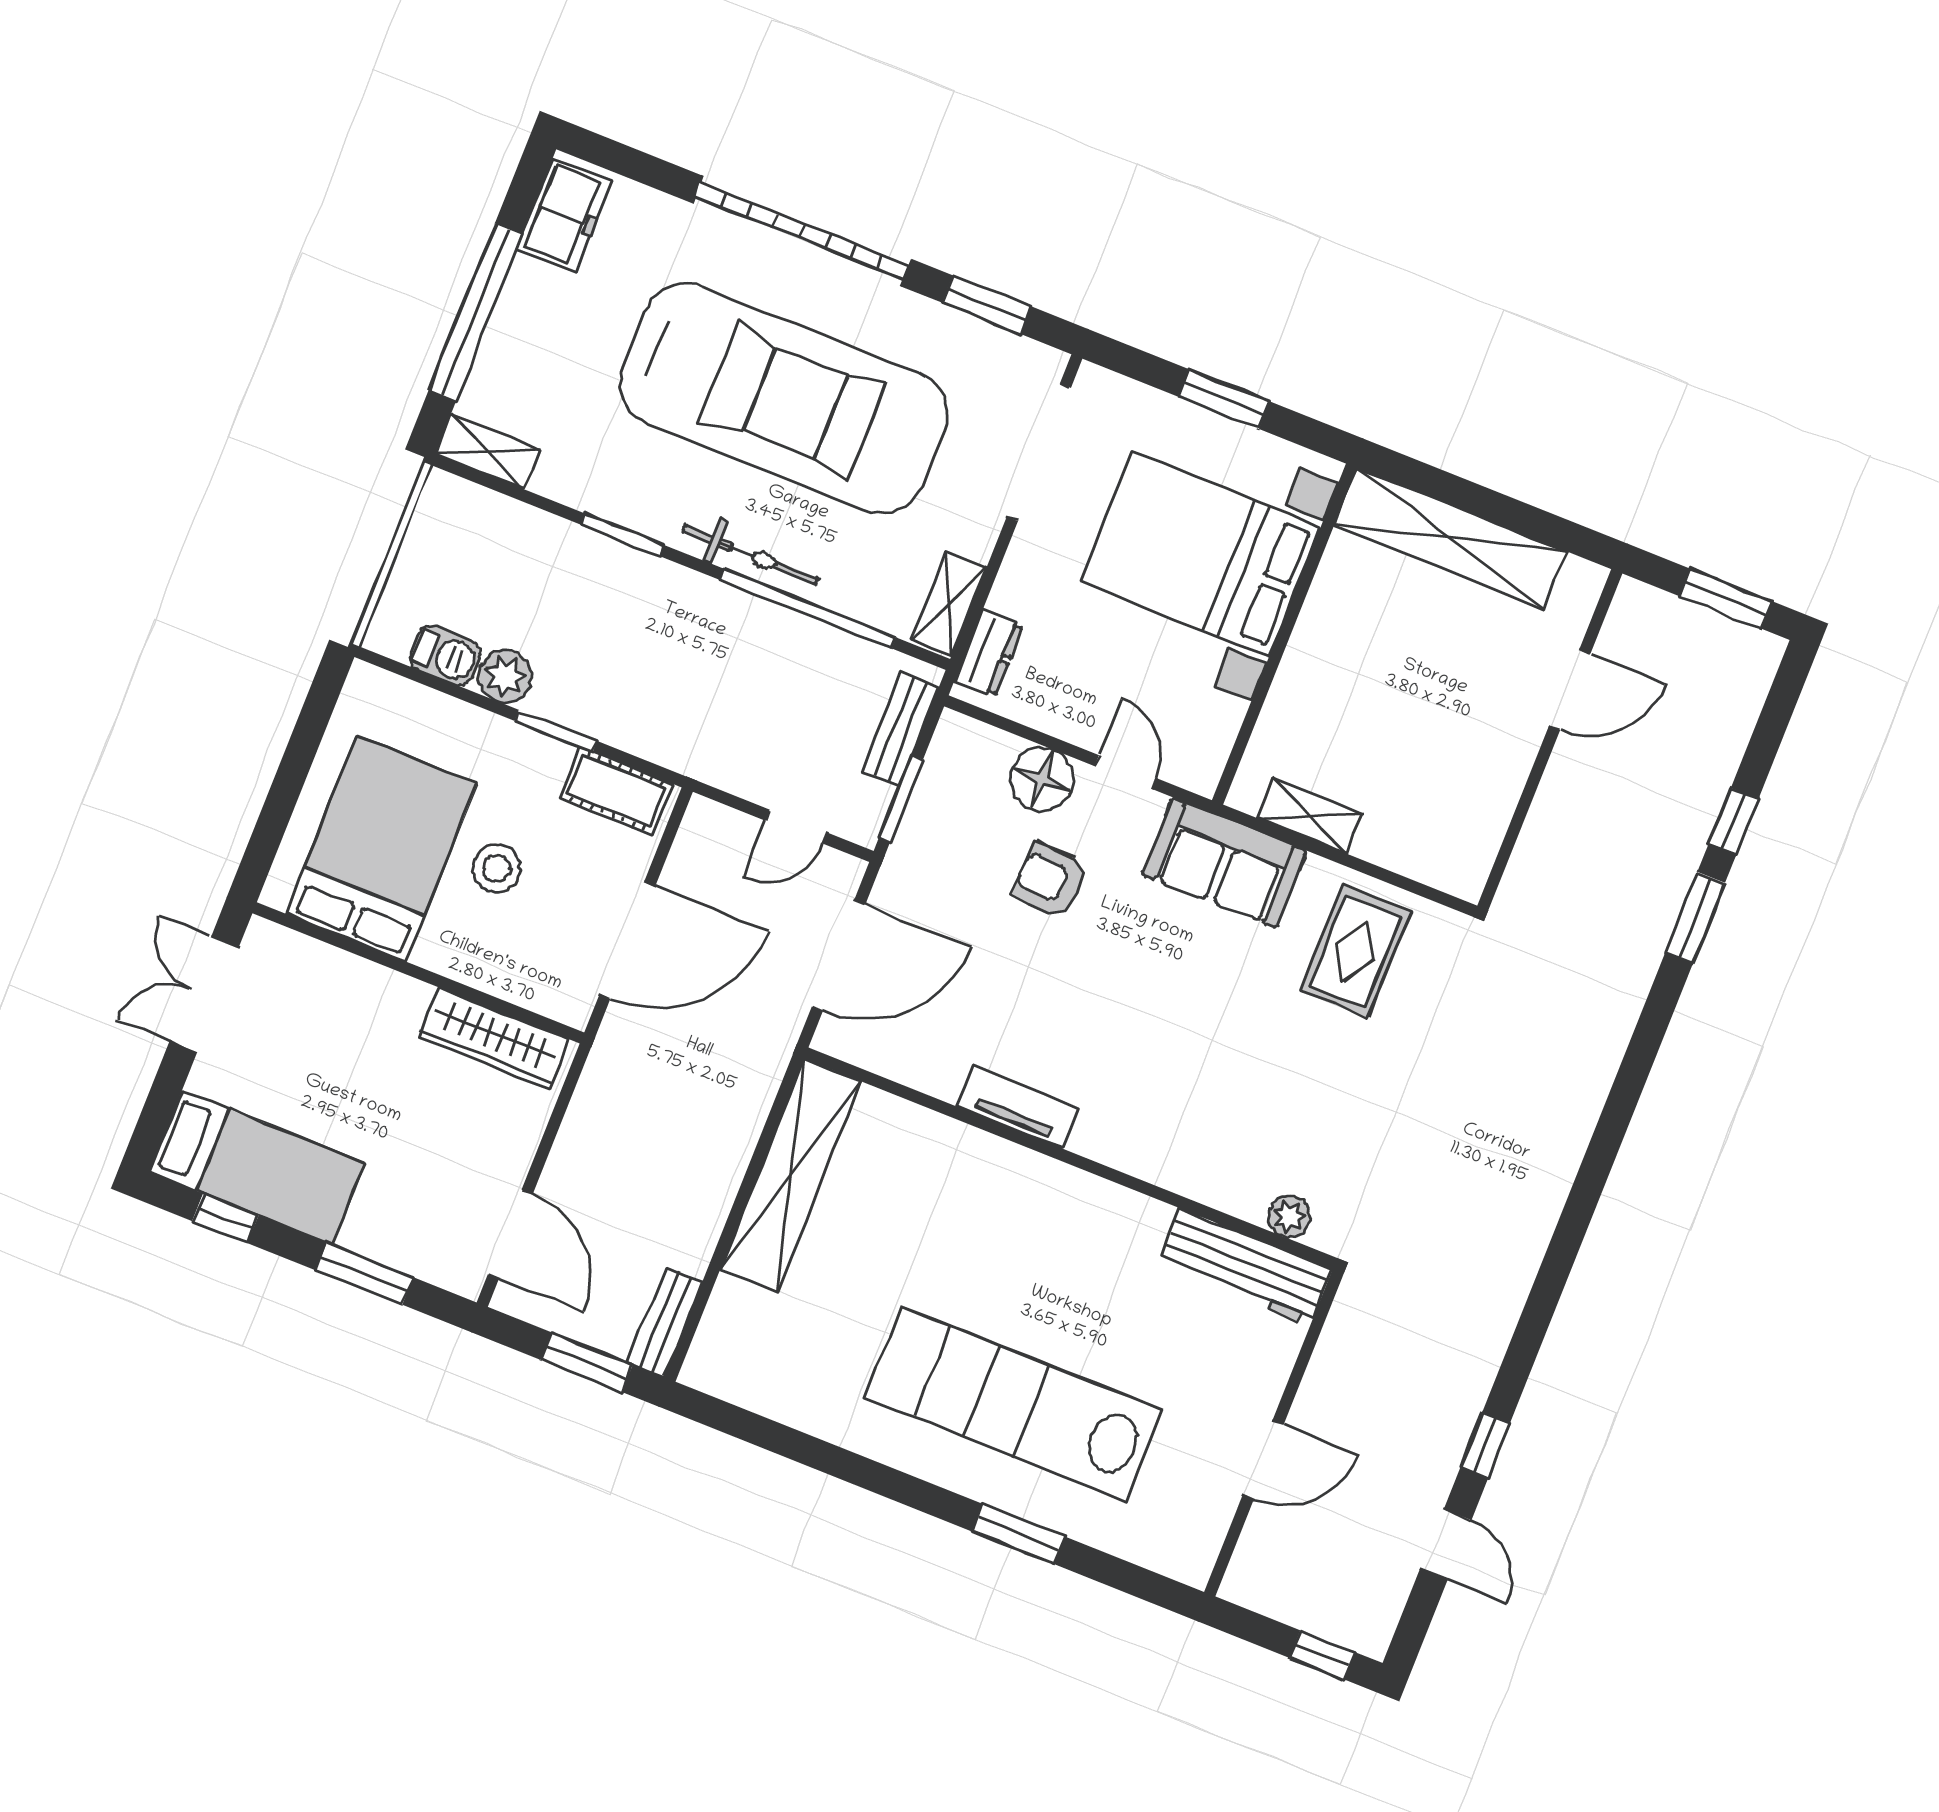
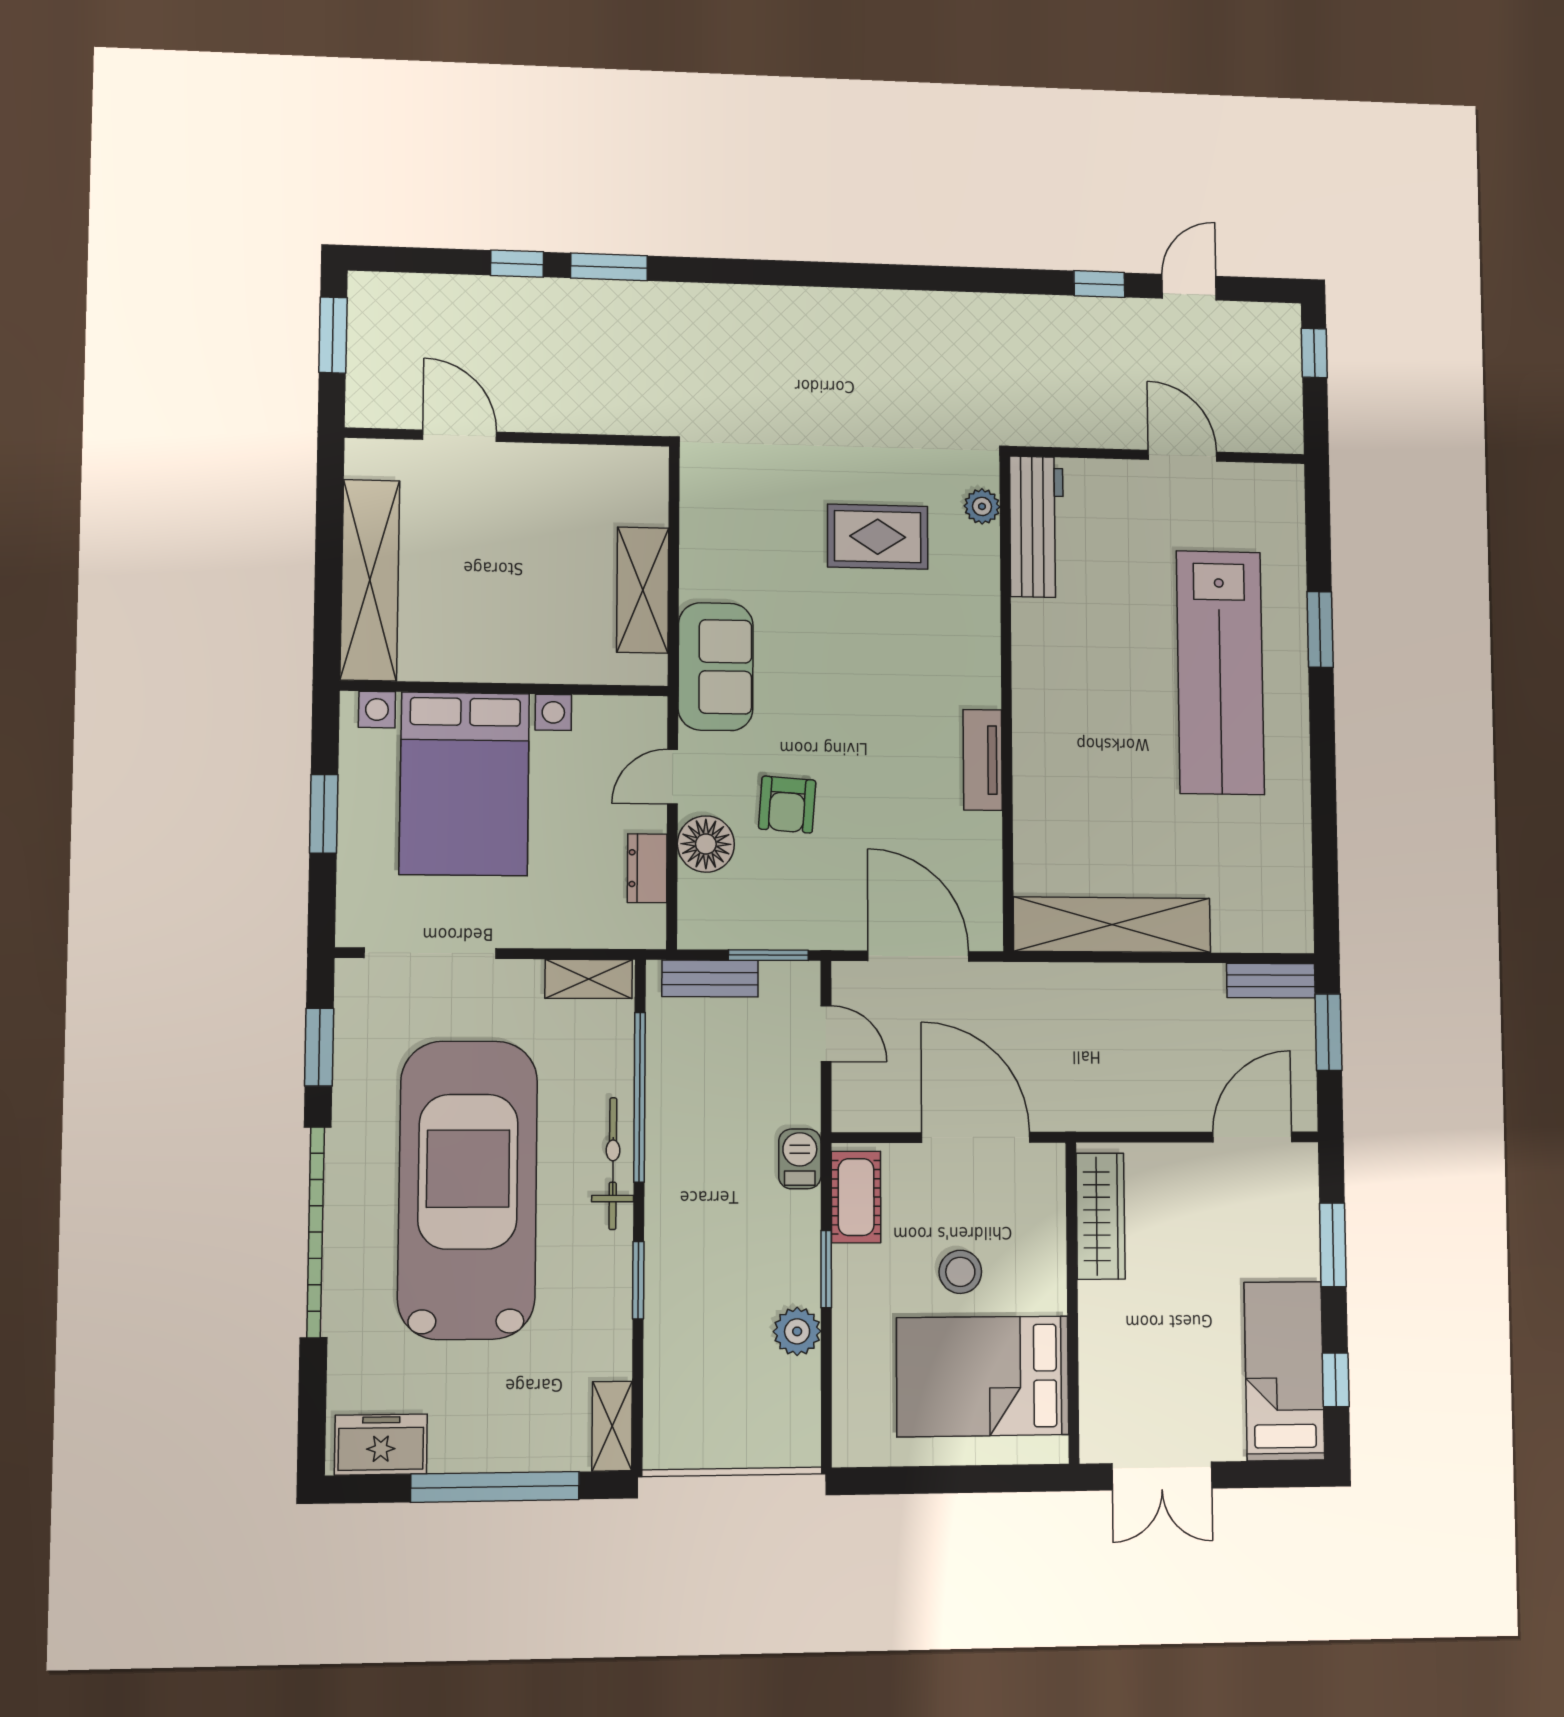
dresser: (989, 653) -> (647, 868), moved, turned -90
barbecue: (445, 655) -> (800, 1159), moved
shelving: (1309, 816) -> (643, 590), width x1.50, depth x1.33
rug: (1356, 952) -> (878, 537), moved

